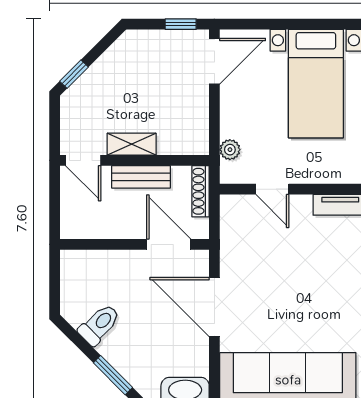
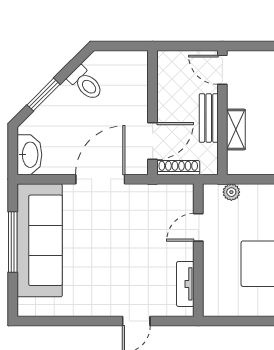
shelving: (132, 144) -> (236, 129), moved
door: (83, 160) -> (222, 70), hinge flipped
shoe rack: (201, 191) -> (178, 168), moved

